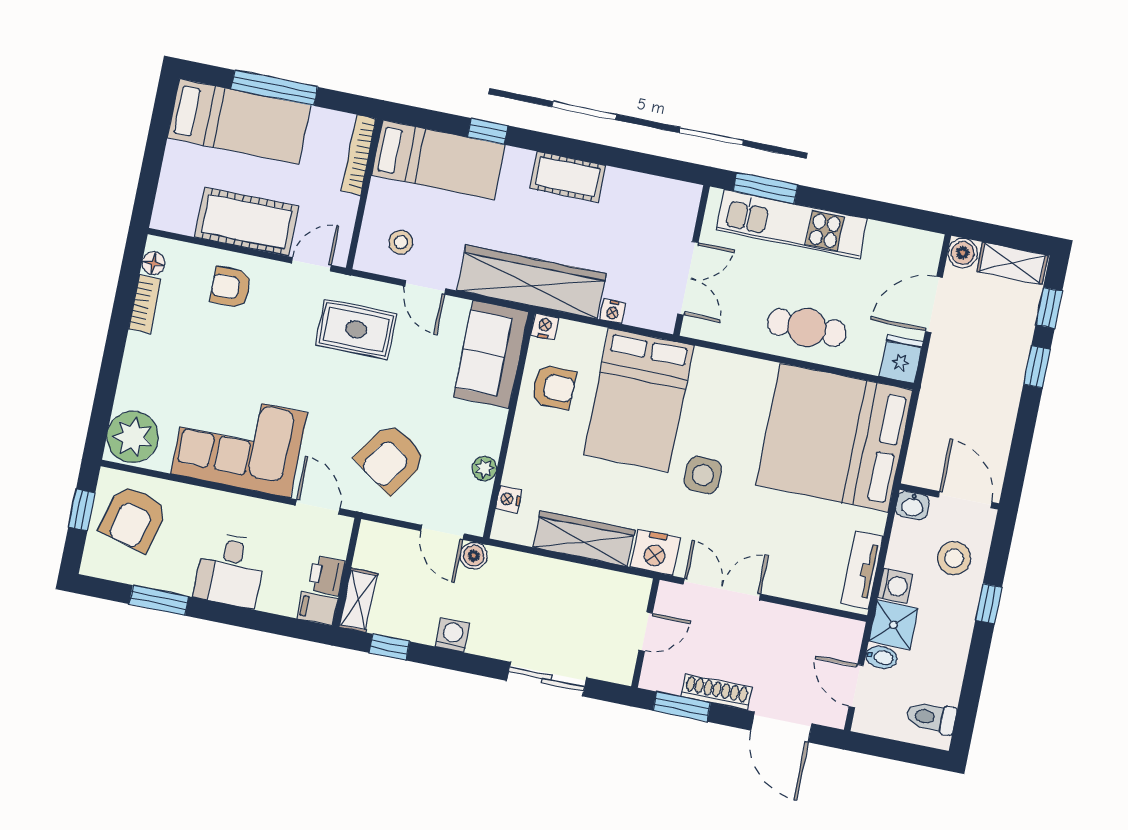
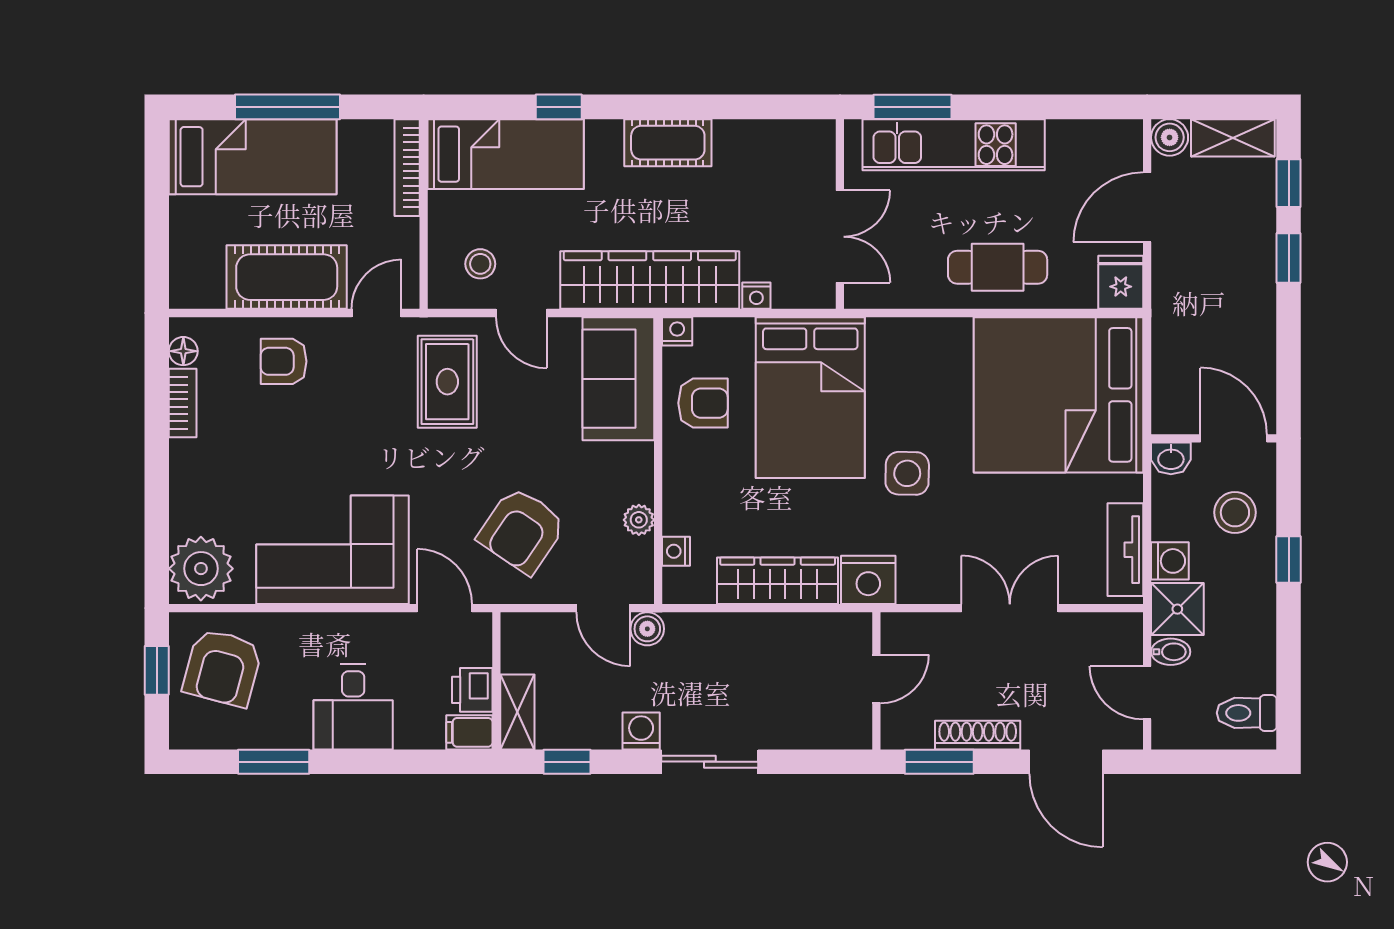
rug: (356, 329) -> (447, 382), turned 90
double door: (722, 589) -> (1010, 608), moved
sliding door: (547, 679) -> (710, 762), moved

